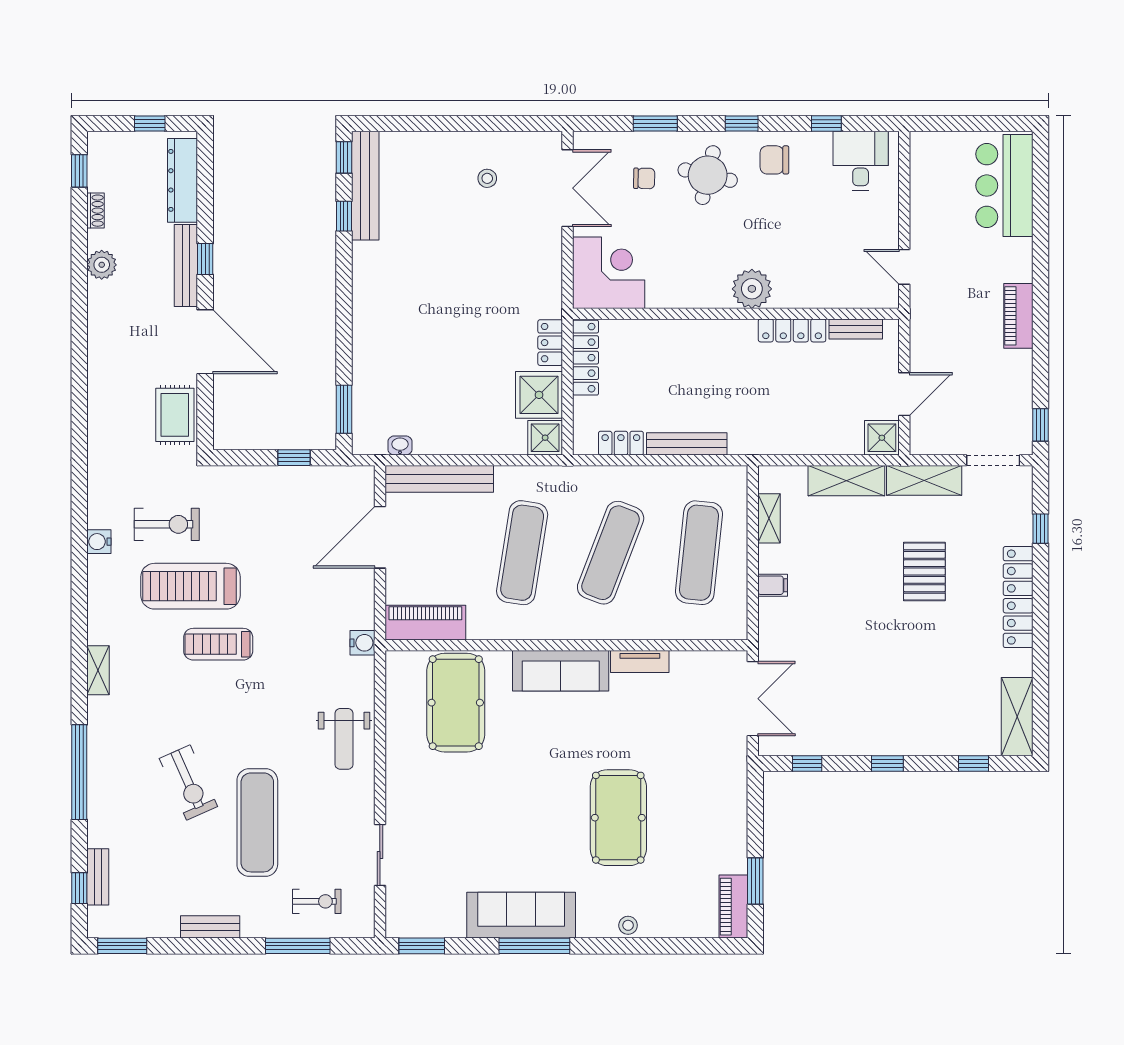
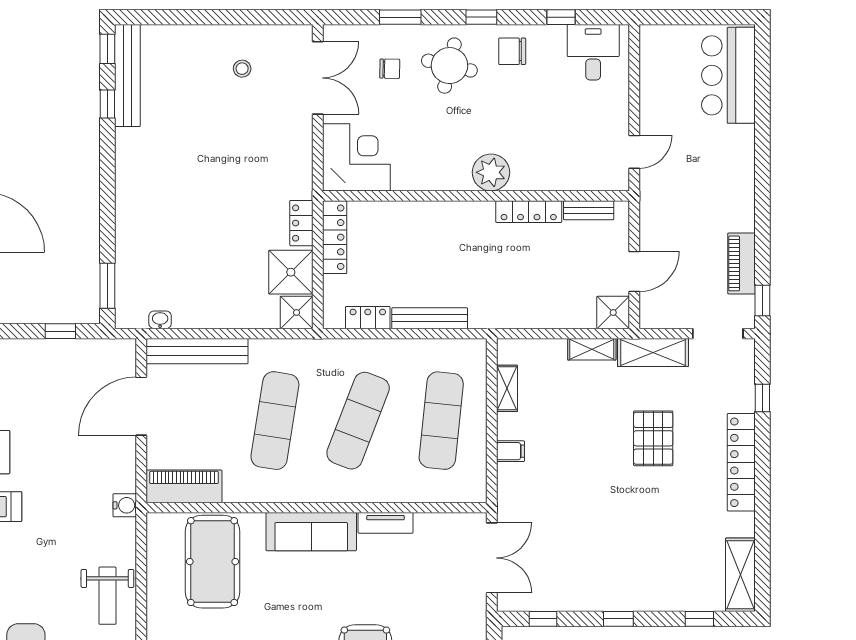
door: (904, 267) -> (634, 152), swing flipped
piano: (1018, 316) -> (741, 263), moved
shelving: (846, 481) -> (592, 349), width x0.67, depth x0.75

